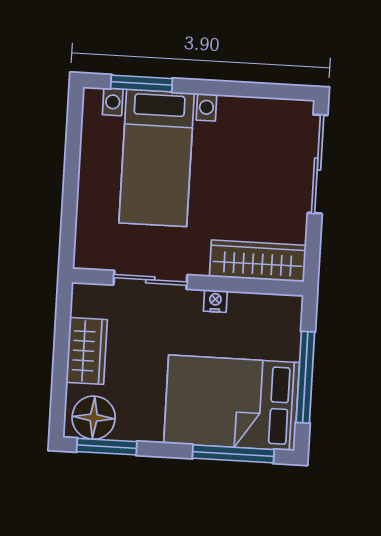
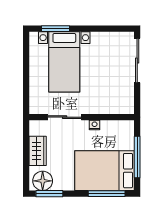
wardrobe: (258, 261) -> (113, 106), removed

